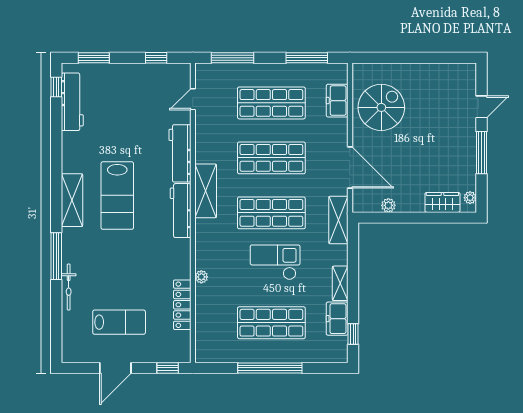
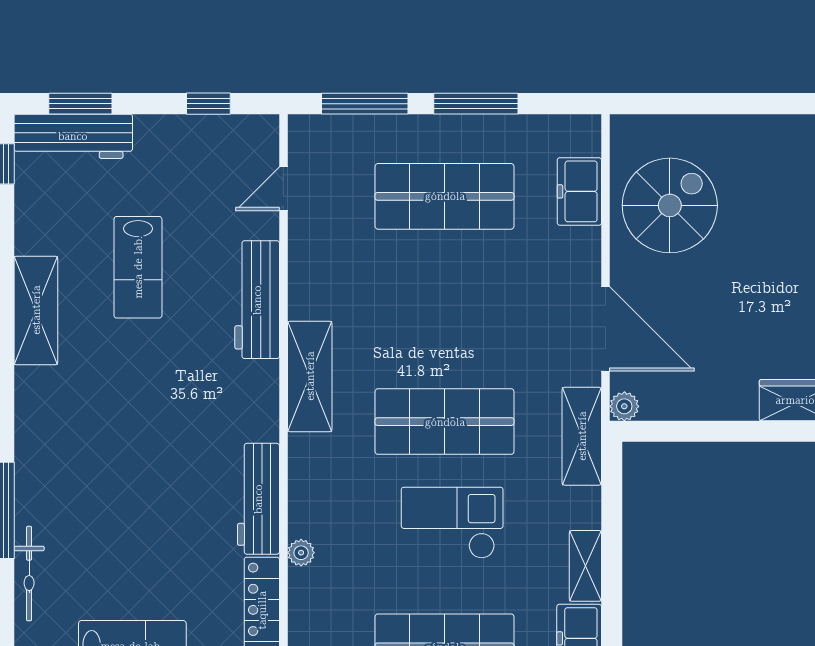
window: (307, 58) -> (476, 104), moved
workbench: (72, 102) -> (73, 136), moved, turned 90
shop shelf: (271, 158) -> (445, 309), removed
lab bench: (117, 196) -> (138, 267), moved, width x0.73, depth x0.72
shelving: (72, 200) -> (36, 310), moved
plant: (388, 205) -> (624, 406), moved
workbench: (181, 211) -> (258, 499), moved

